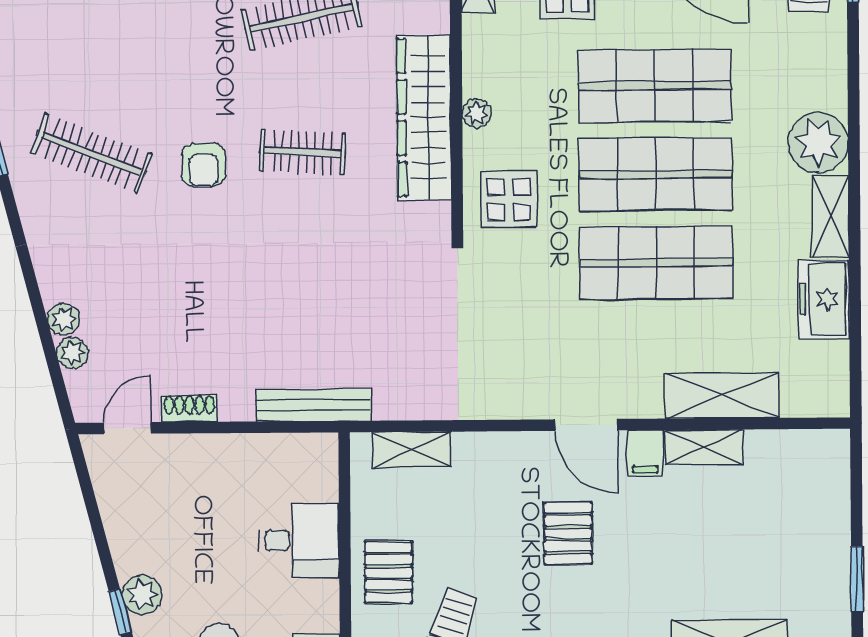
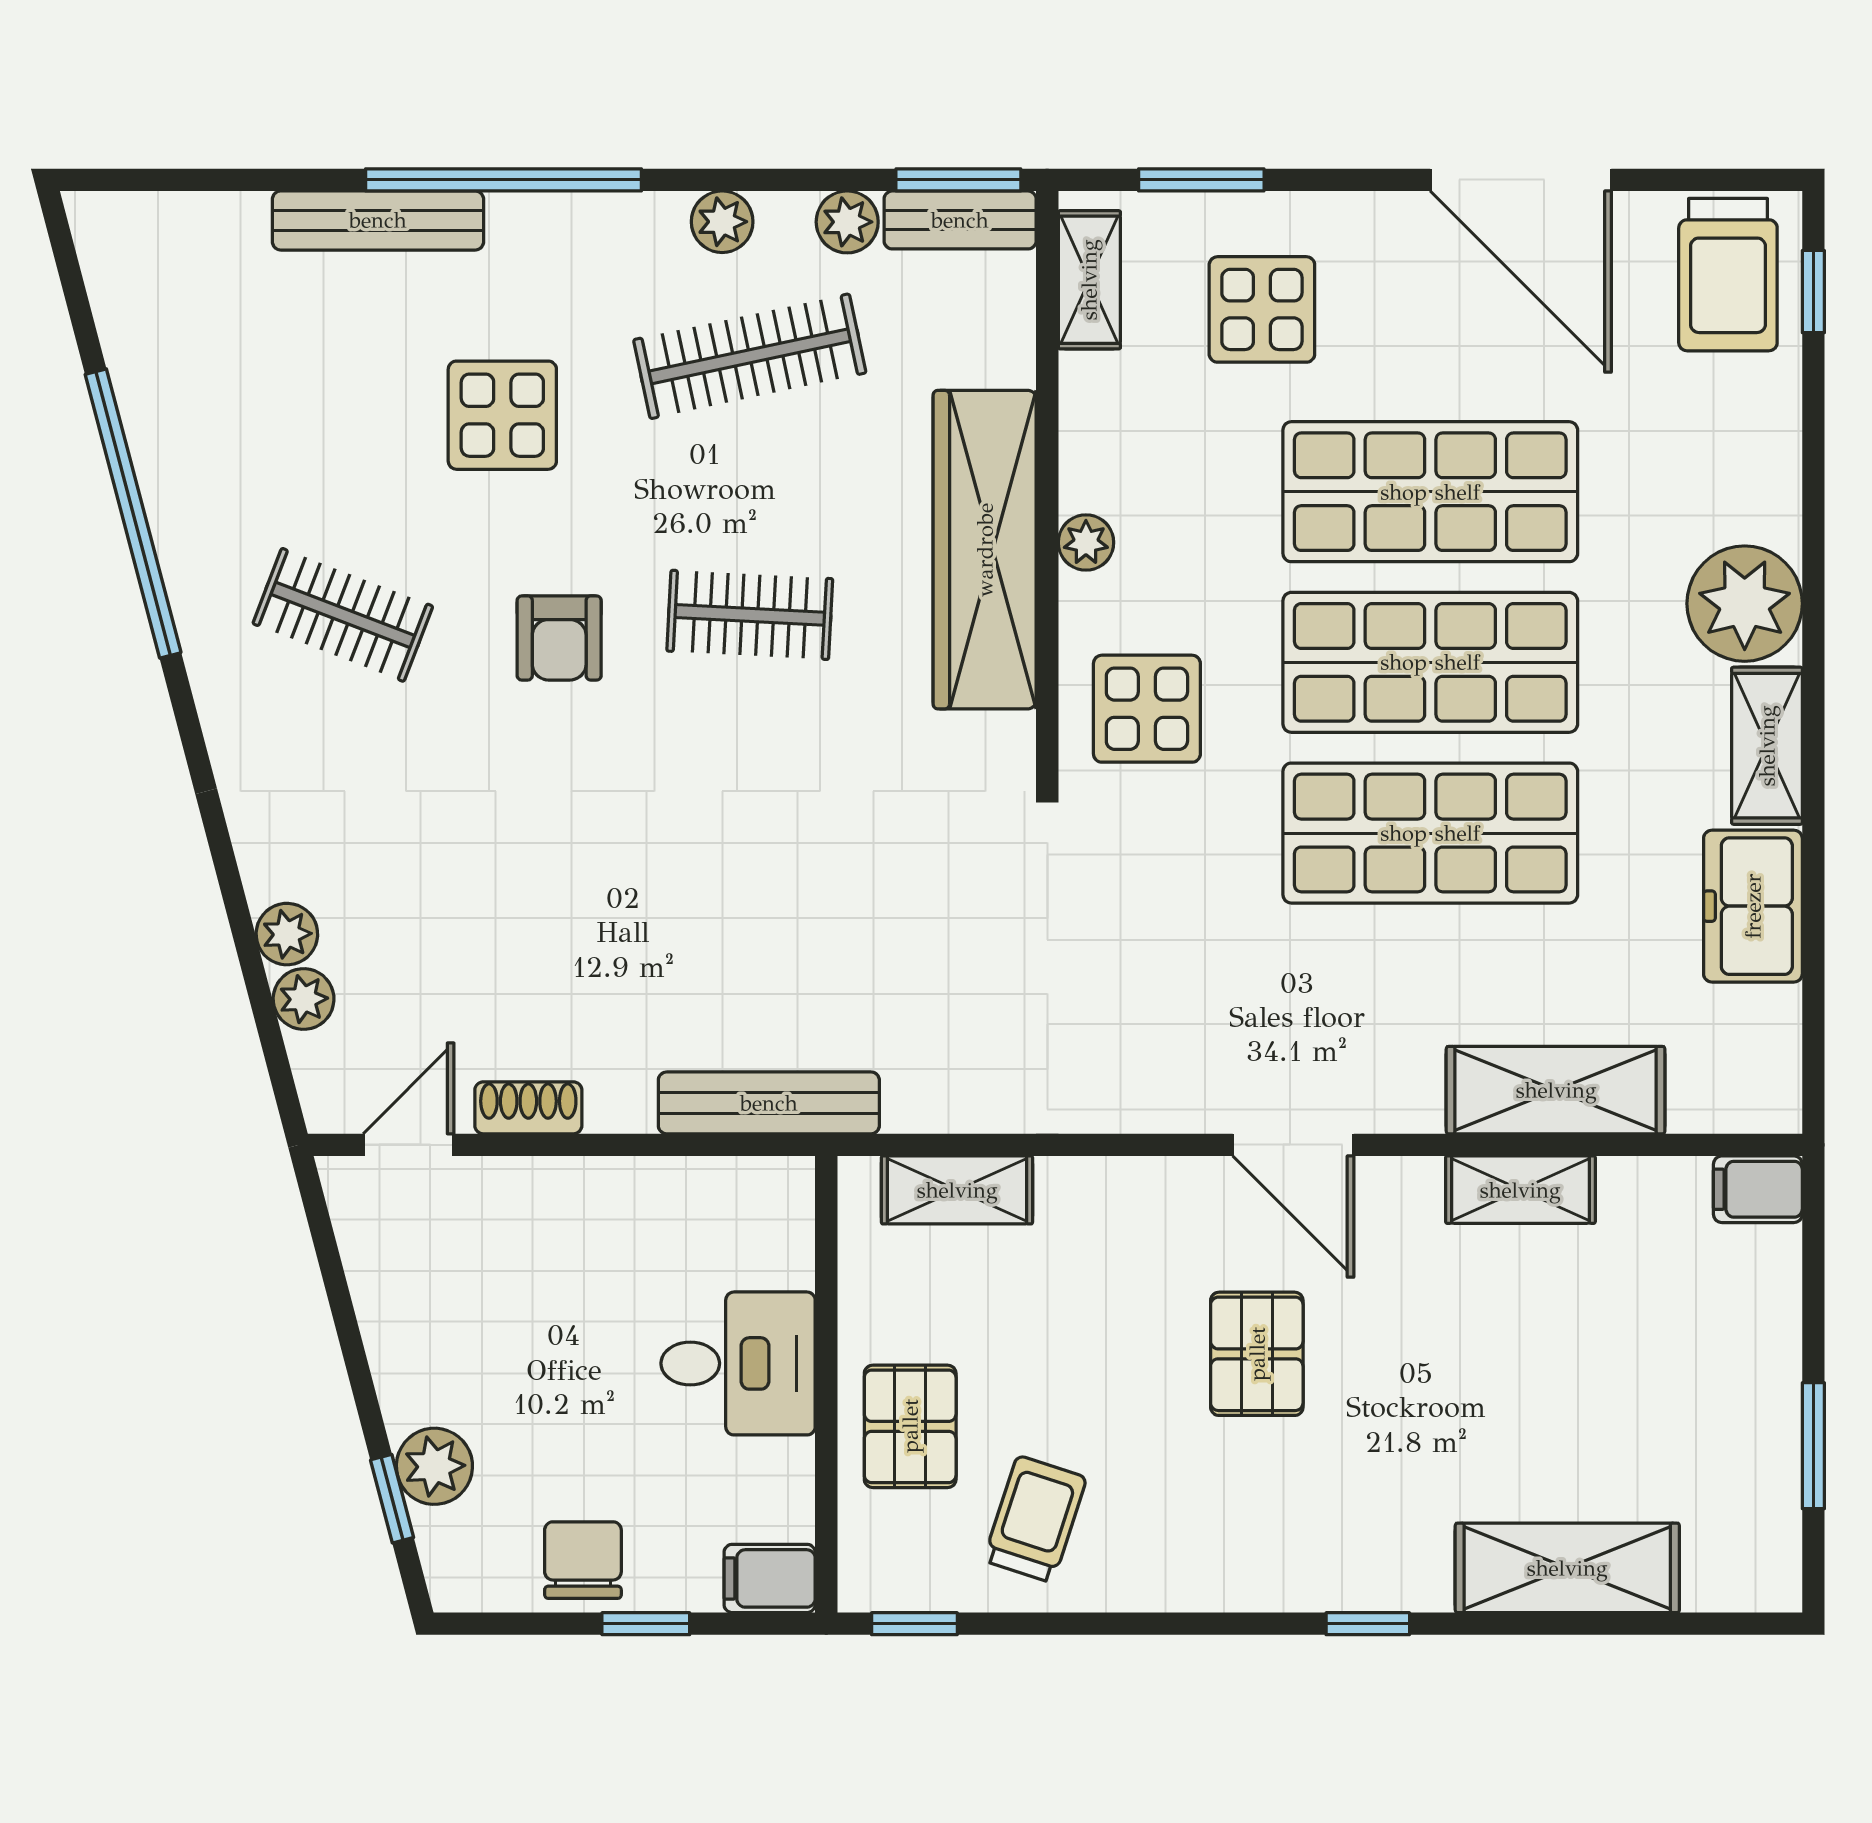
display table: (173, 49) -> (502, 415), added
clothes rail: (91, 154) -> (343, 615), width x0.73
filing cabinet: (645, 453) -> (1758, 1189), moved, turned 90

